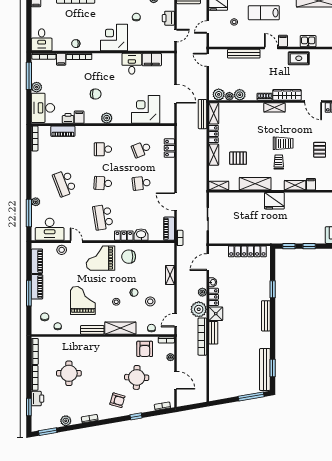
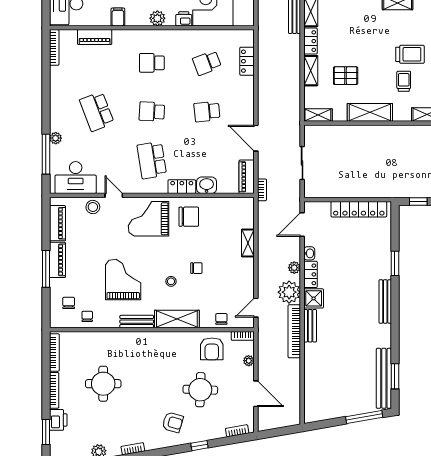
printer: (68, 118) -> (184, 19), moved
fridge: (274, 201) -> (398, 137), removed
chair: (129, 257) -> (189, 217), turned 180
stool: (150, 301) -> (220, 281), removed

